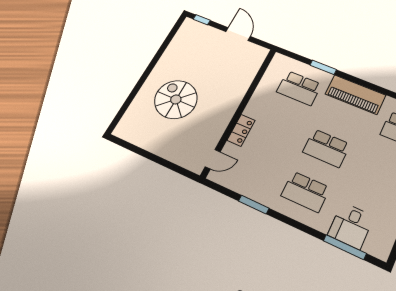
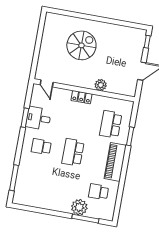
plant: (240, 88) -> (101, 85), added
locker: (241, 130) -> (82, 97), moved
school desk: (305, 192) -> (41, 147), width x0.54
desk: (351, 226) -> (39, 118), moved

